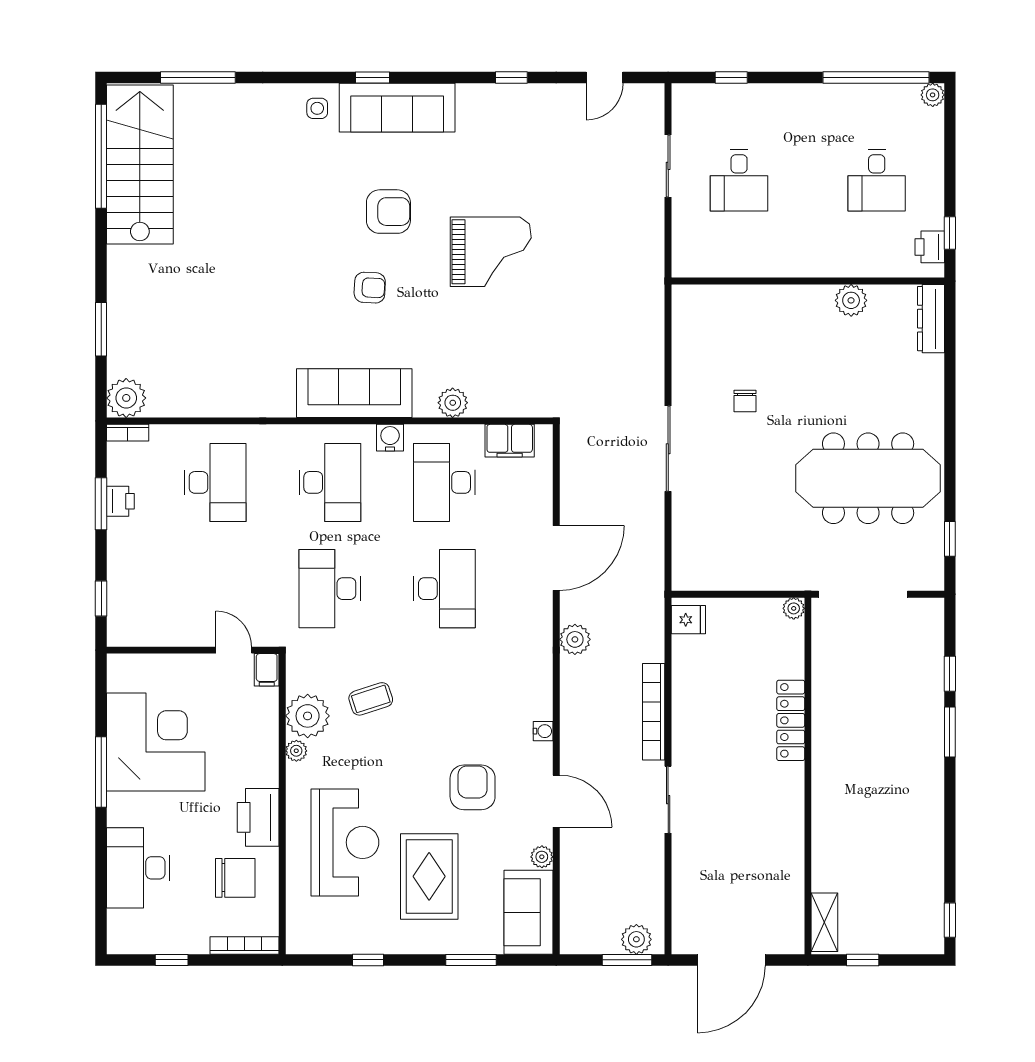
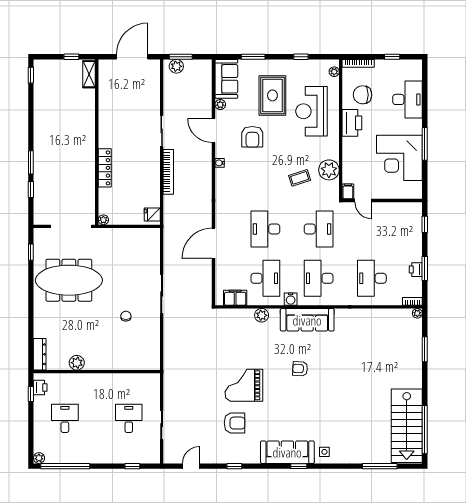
armchair: (388, 212) -> (235, 423), moved, turned 180
plant: (126, 398) -> (417, 313), width x0.53, depth x0.53
plant: (575, 639) -> (205, 205), removed
plant: (296, 751) -> (334, 72), moved

